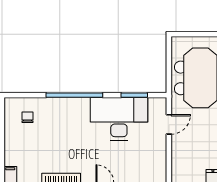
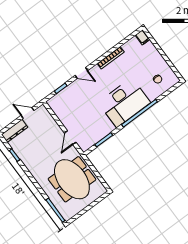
desk: (119, 119) -> (124, 103), moved

